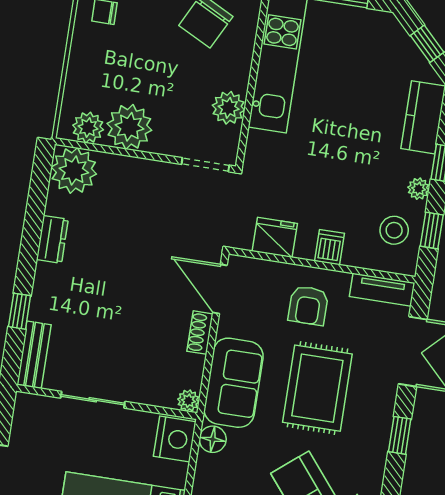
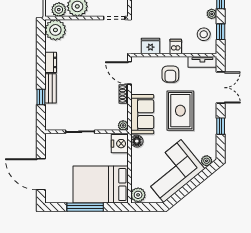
bench: (34, 355) -> (50, 88), moved

